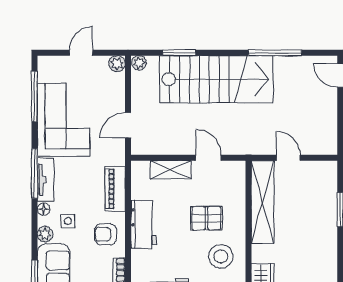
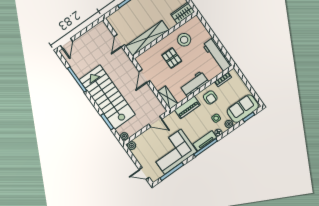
door: (81, 53) -> (144, 174), moved
shelving: (171, 170) -> (168, 98), moved

